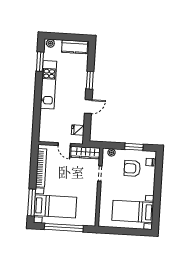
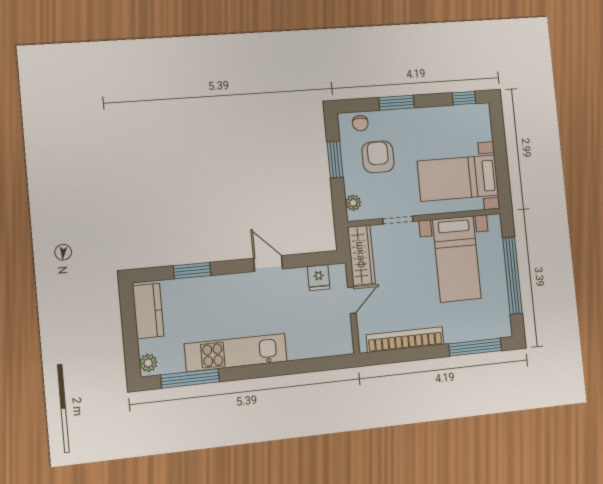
window: (40, 62) -> (190, 378), width x1.44
window: (90, 80) -> (192, 271), moved
armchair: (132, 168) -> (378, 157), turned 180
window: (158, 182) -> (396, 103), added
bed with nightstands: (55, 206) -> (457, 259), moved, turned 180
bed with nightstands: (133, 211) -> (458, 178), moved, turned 90
window: (156, 217) -> (464, 98), added

